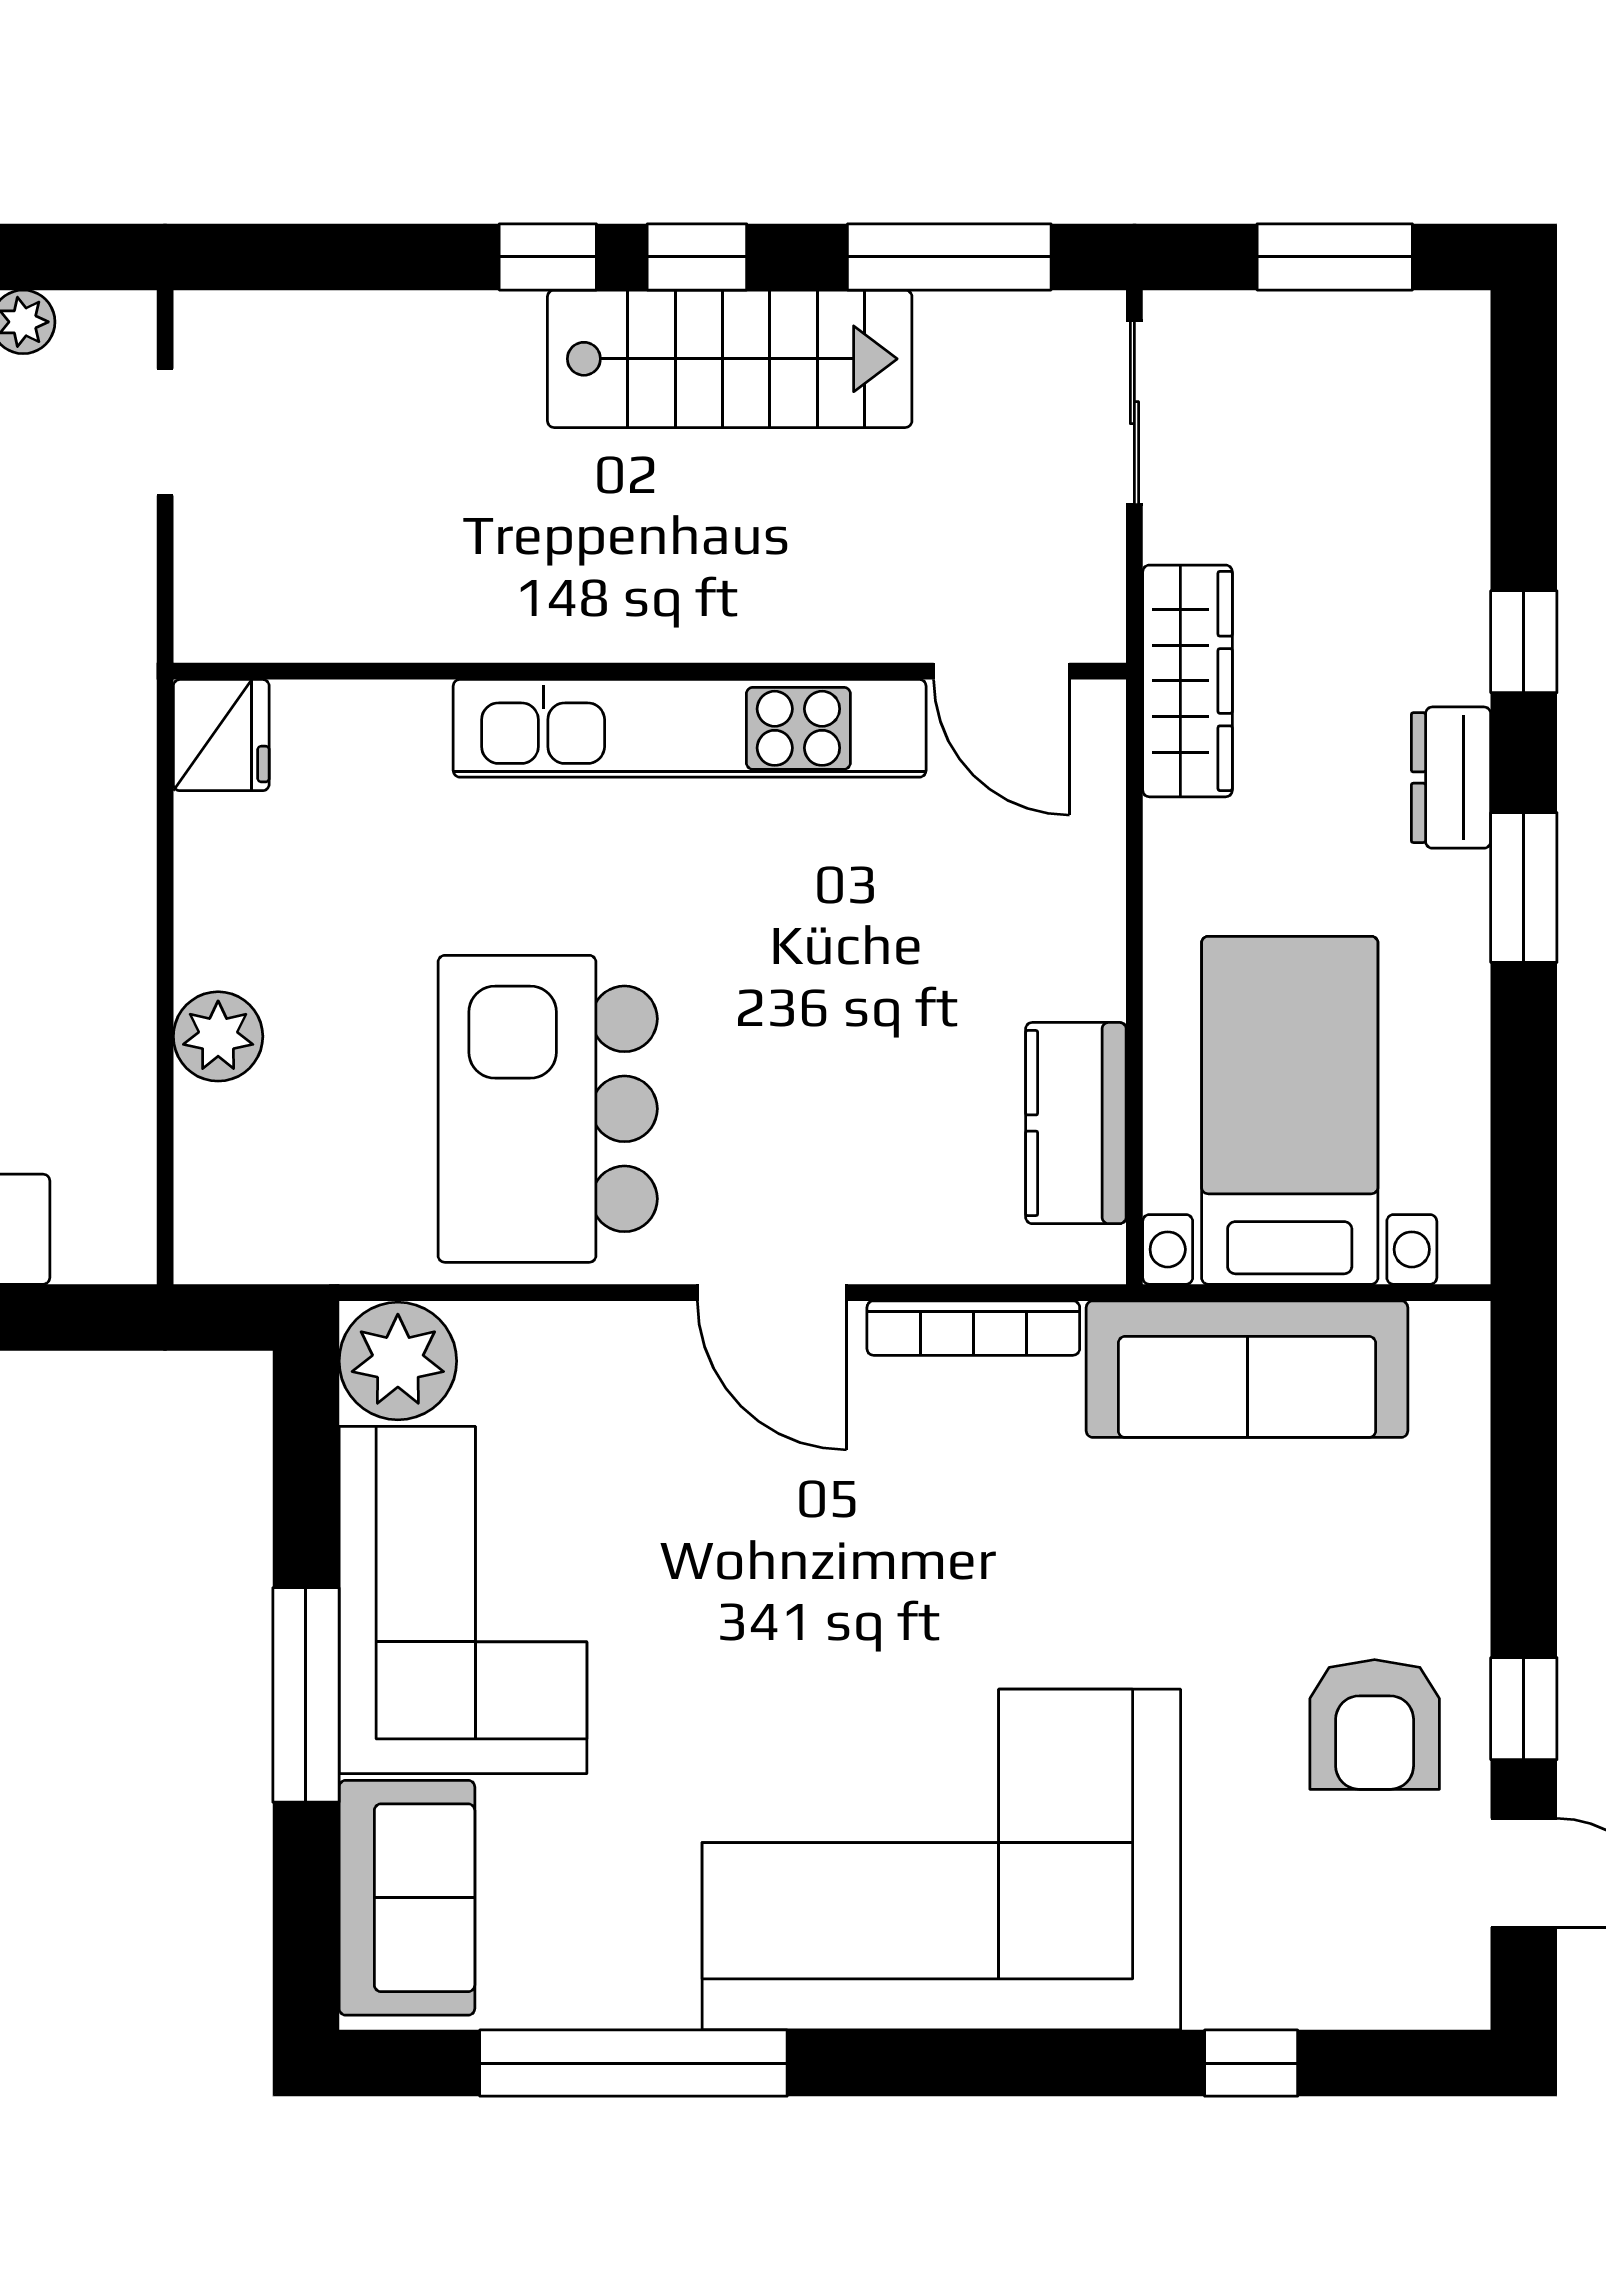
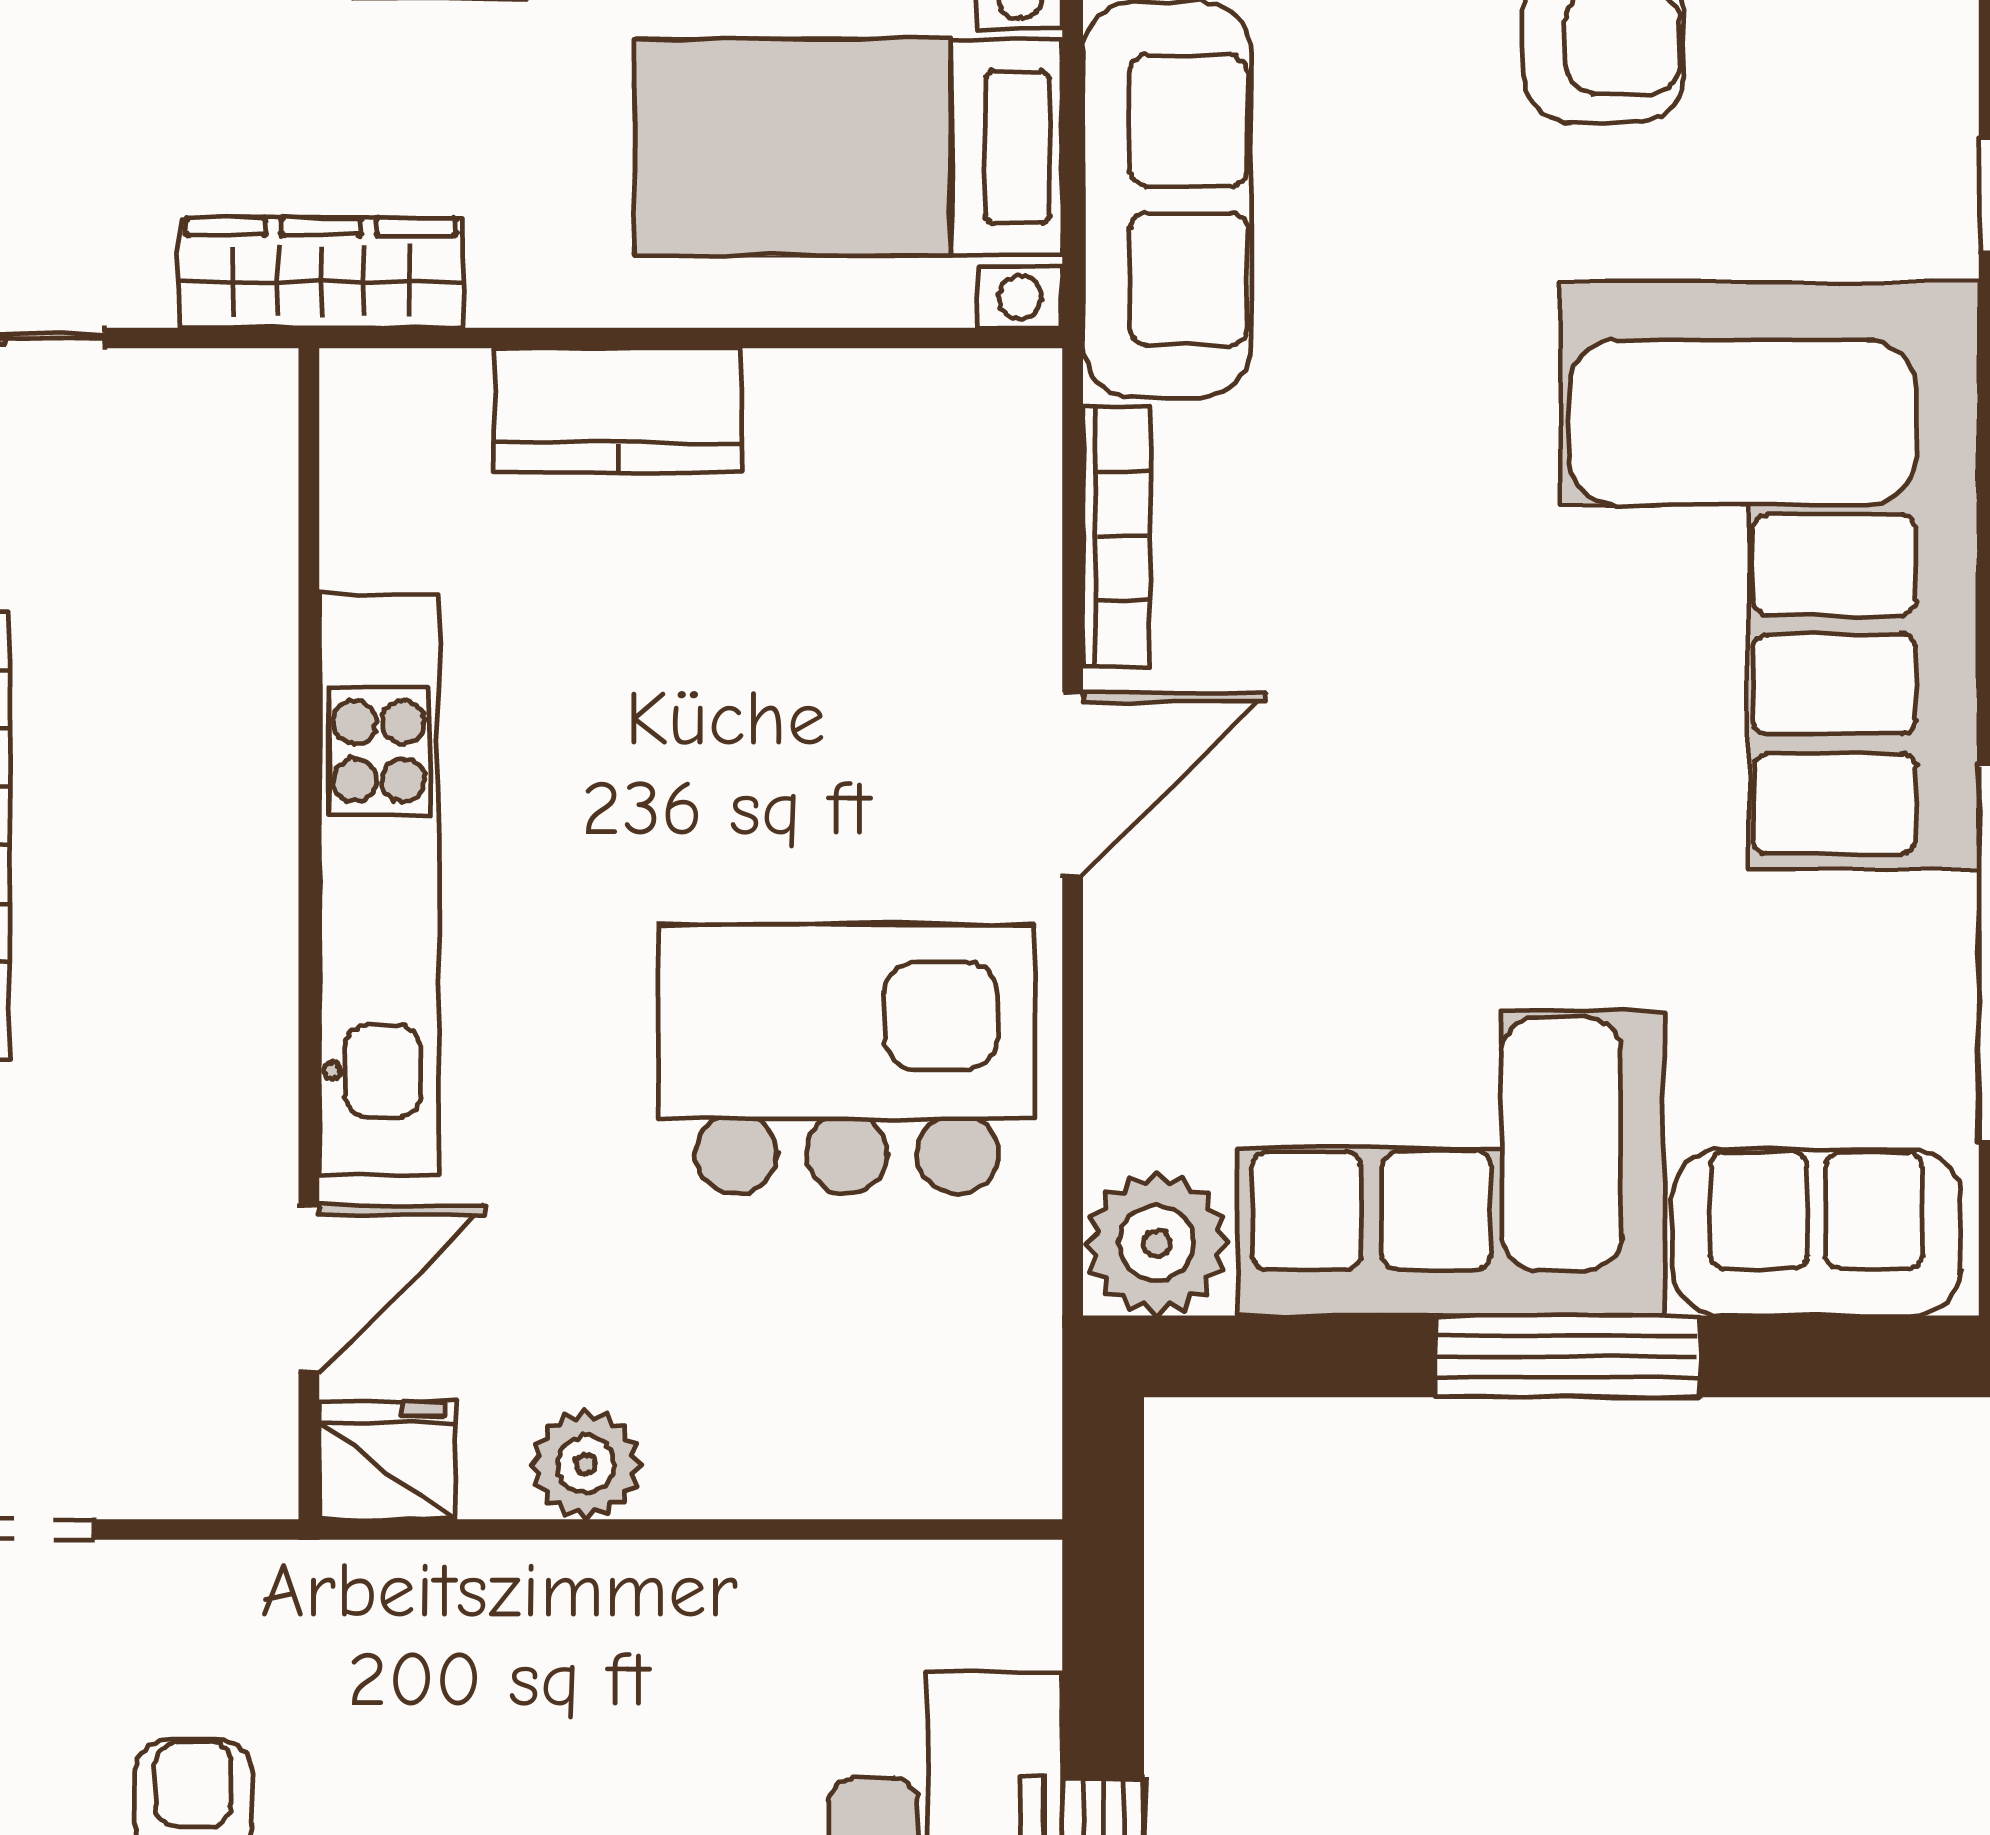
door: (1001, 671) -> (309, 1289), moved
plant: (218, 1036) -> (586, 1464), moved
kitchen island: (548, 1109) -> (847, 1059), turned 180
kitchen counter: (1076, 1123) -> (618, 410), moved

